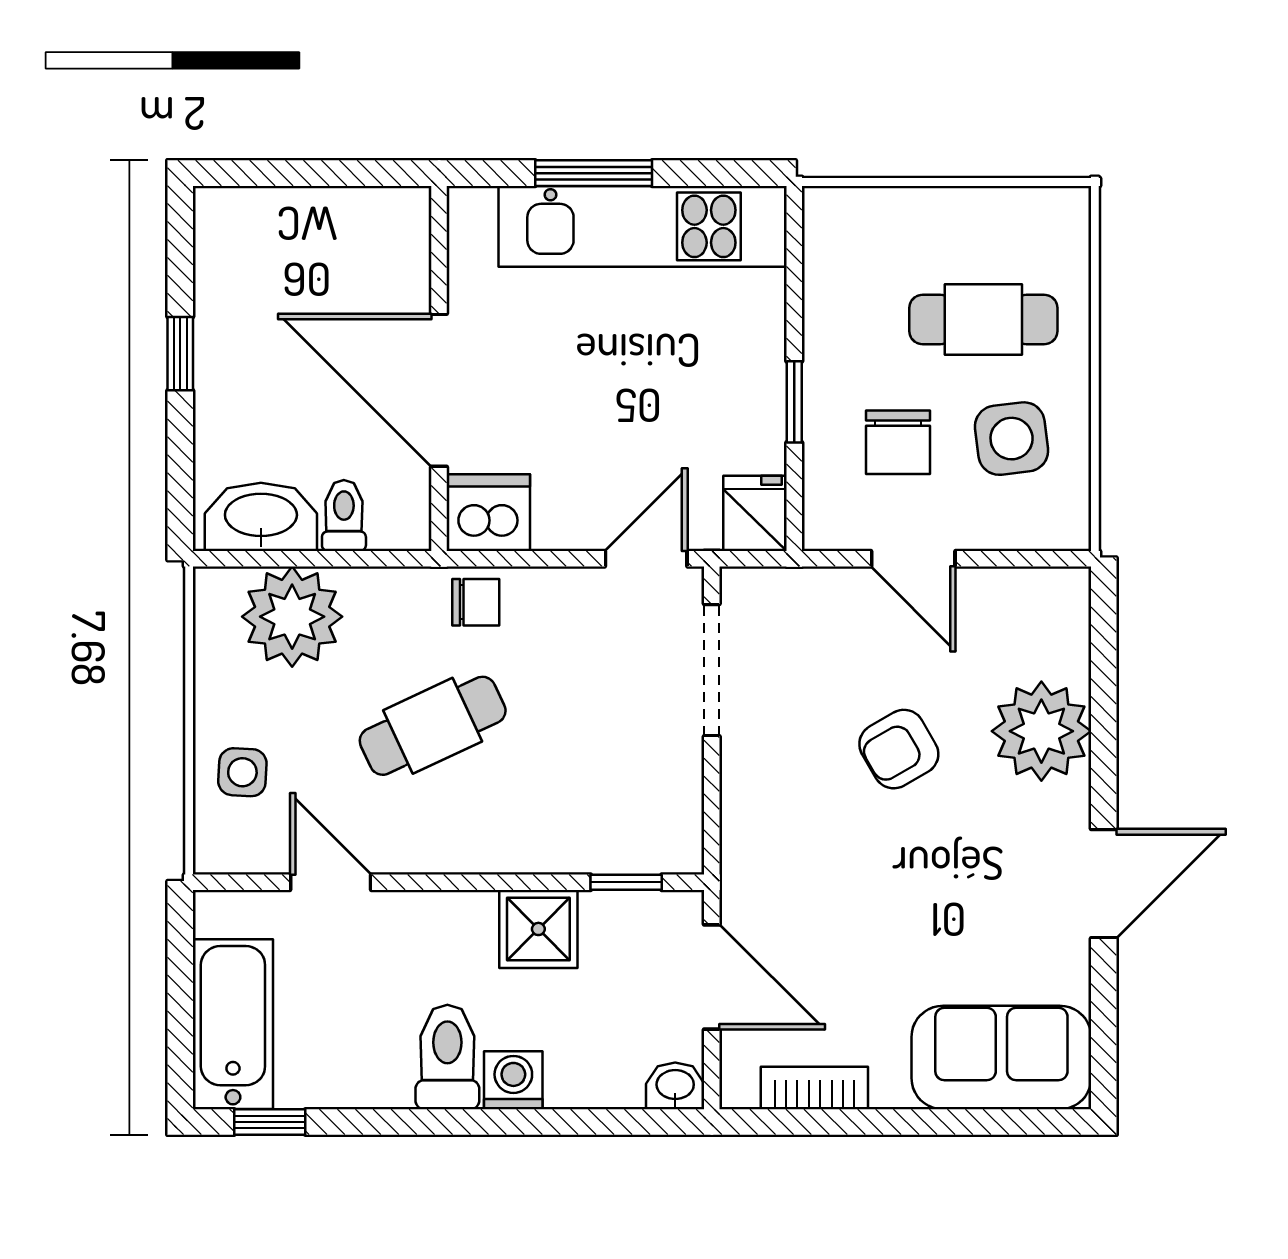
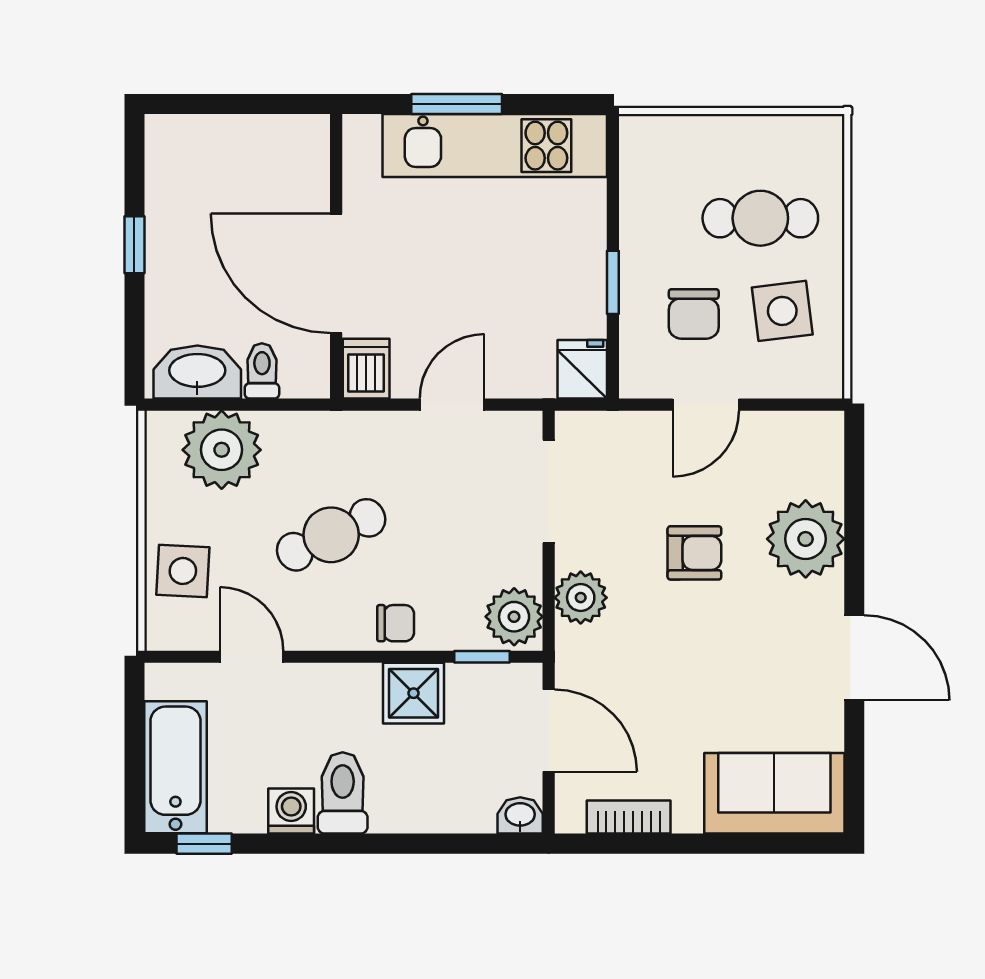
dishwasher: (489, 513) -> (366, 369), width x0.73
door: (646, 559) -> (452, 405), moved
door: (913, 559) -> (706, 405), hinge flipped
chair: (476, 602) -> (396, 623), moved
armchair: (899, 749) -> (694, 553), turned -150
side table: (242, 772) -> (183, 571), width x1.37, depth x1.37
plant: (753, 806) -> (581, 598), added
plant: (667, 831) -> (514, 617), added
door: (1104, 884) -> (854, 658), hinge flipped
washing machine: (513, 1080) -> (291, 811), moved

